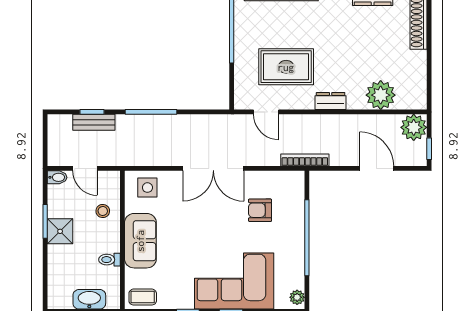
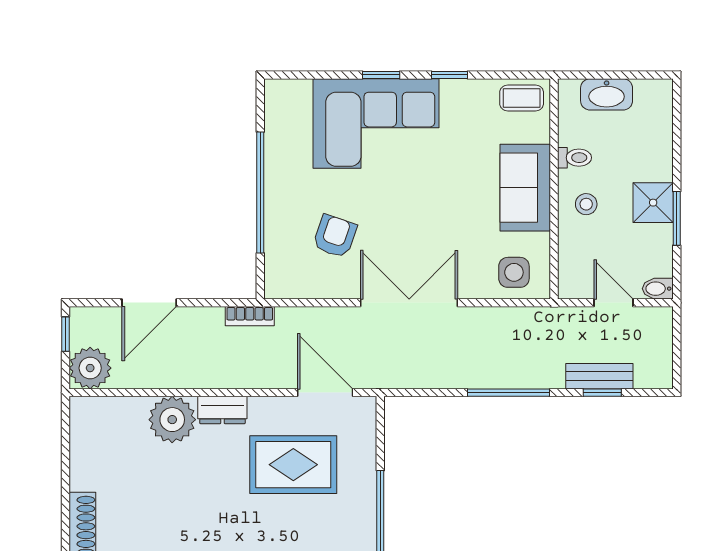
plant: (381, 95) -> (172, 420), moved
door: (266, 112) -> (325, 393), width x1.38
bookcase: (305, 160) -> (250, 316), width x0.64
door: (377, 168) -> (149, 303), hinge flipped
armchair: (260, 210) -> (335, 236), turned -71
stool: (103, 211) -> (586, 204), moved
plant: (297, 297) -> (276, 98), removed

